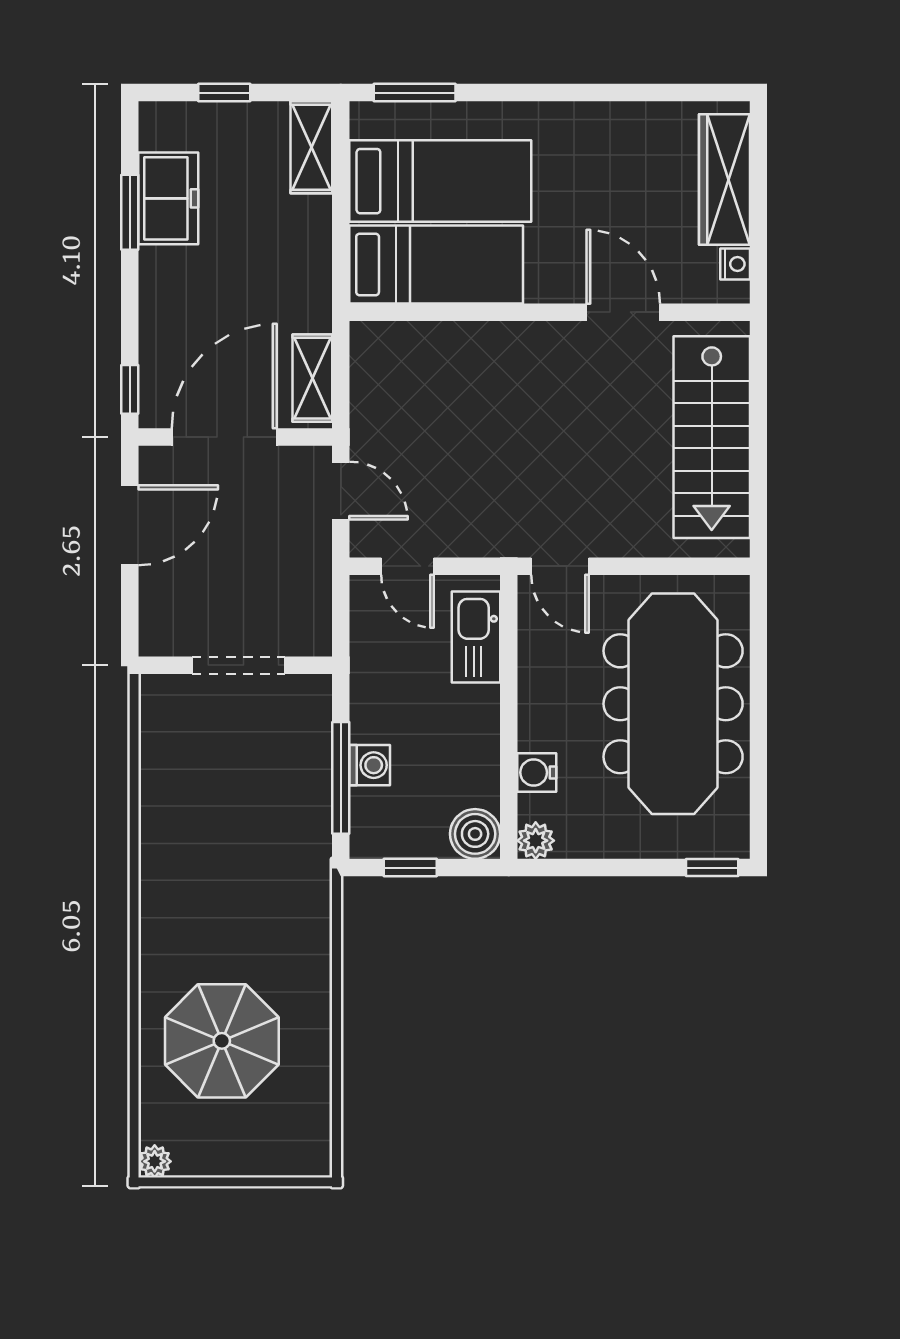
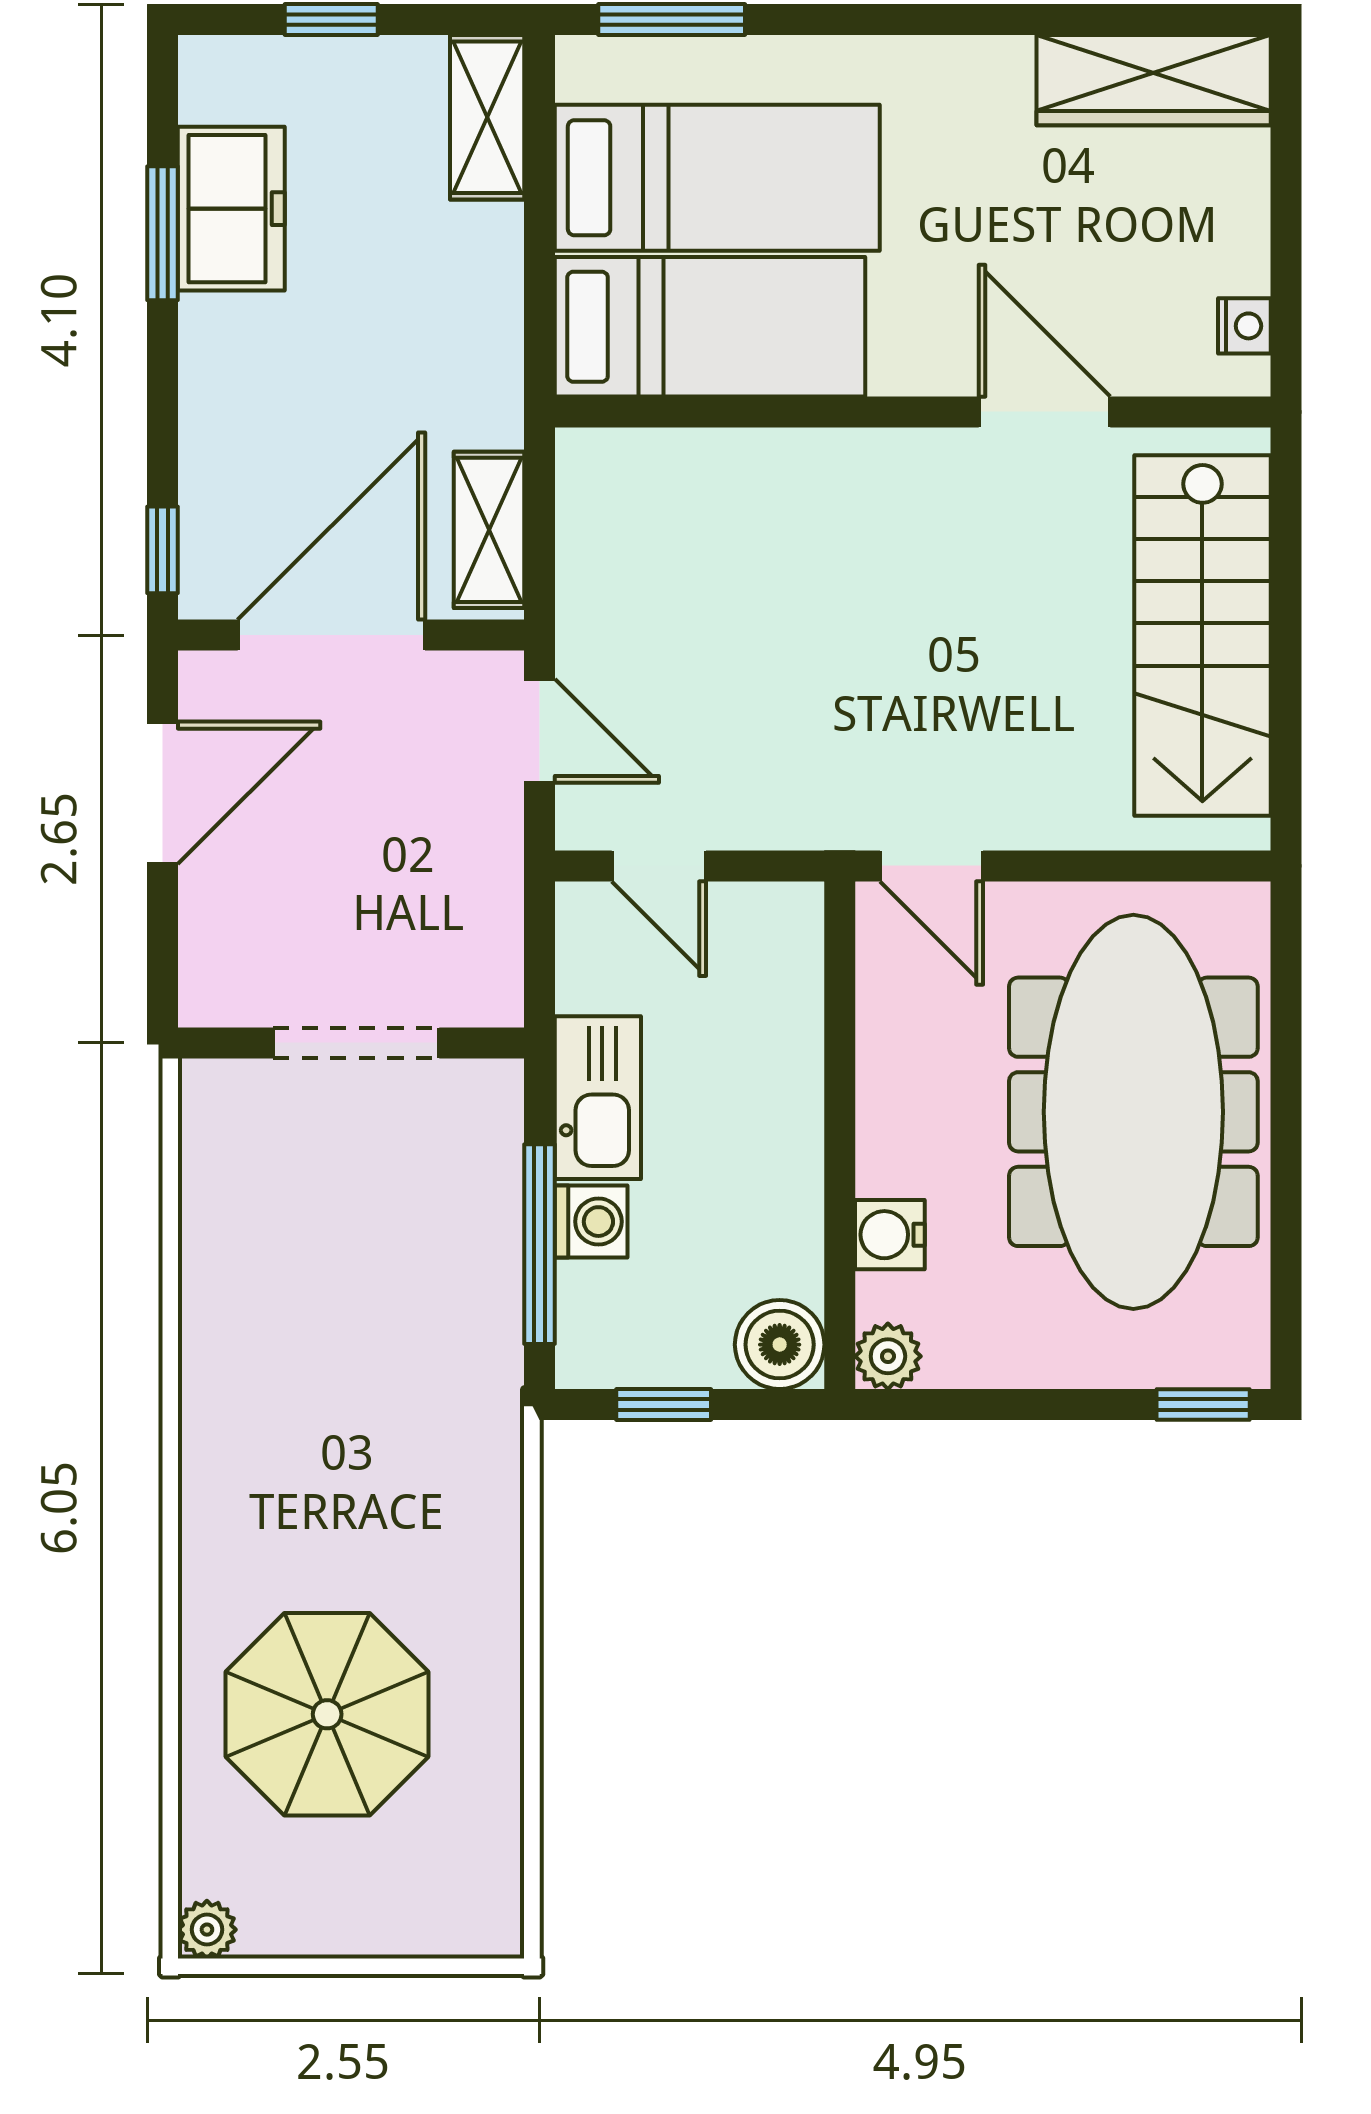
wardrobe: (724, 180) -> (1154, 80), moved, turned -90
kitchen sink: (476, 637) -> (598, 1098), moved, turned 180

